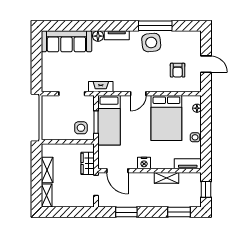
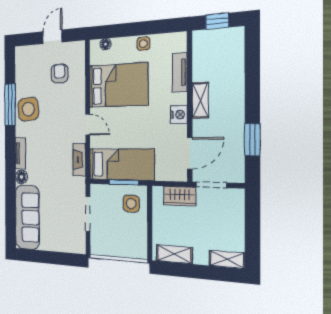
armchair: (178, 70) -> (59, 74), turned -90
fireplace: (101, 87) -> (79, 160), moved
tv unit: (188, 164) -> (180, 72), moved
shelving: (47, 170) -> (174, 254), moved
shelving: (166, 178) -> (200, 100), moved
window: (179, 212) -> (252, 59), removed

